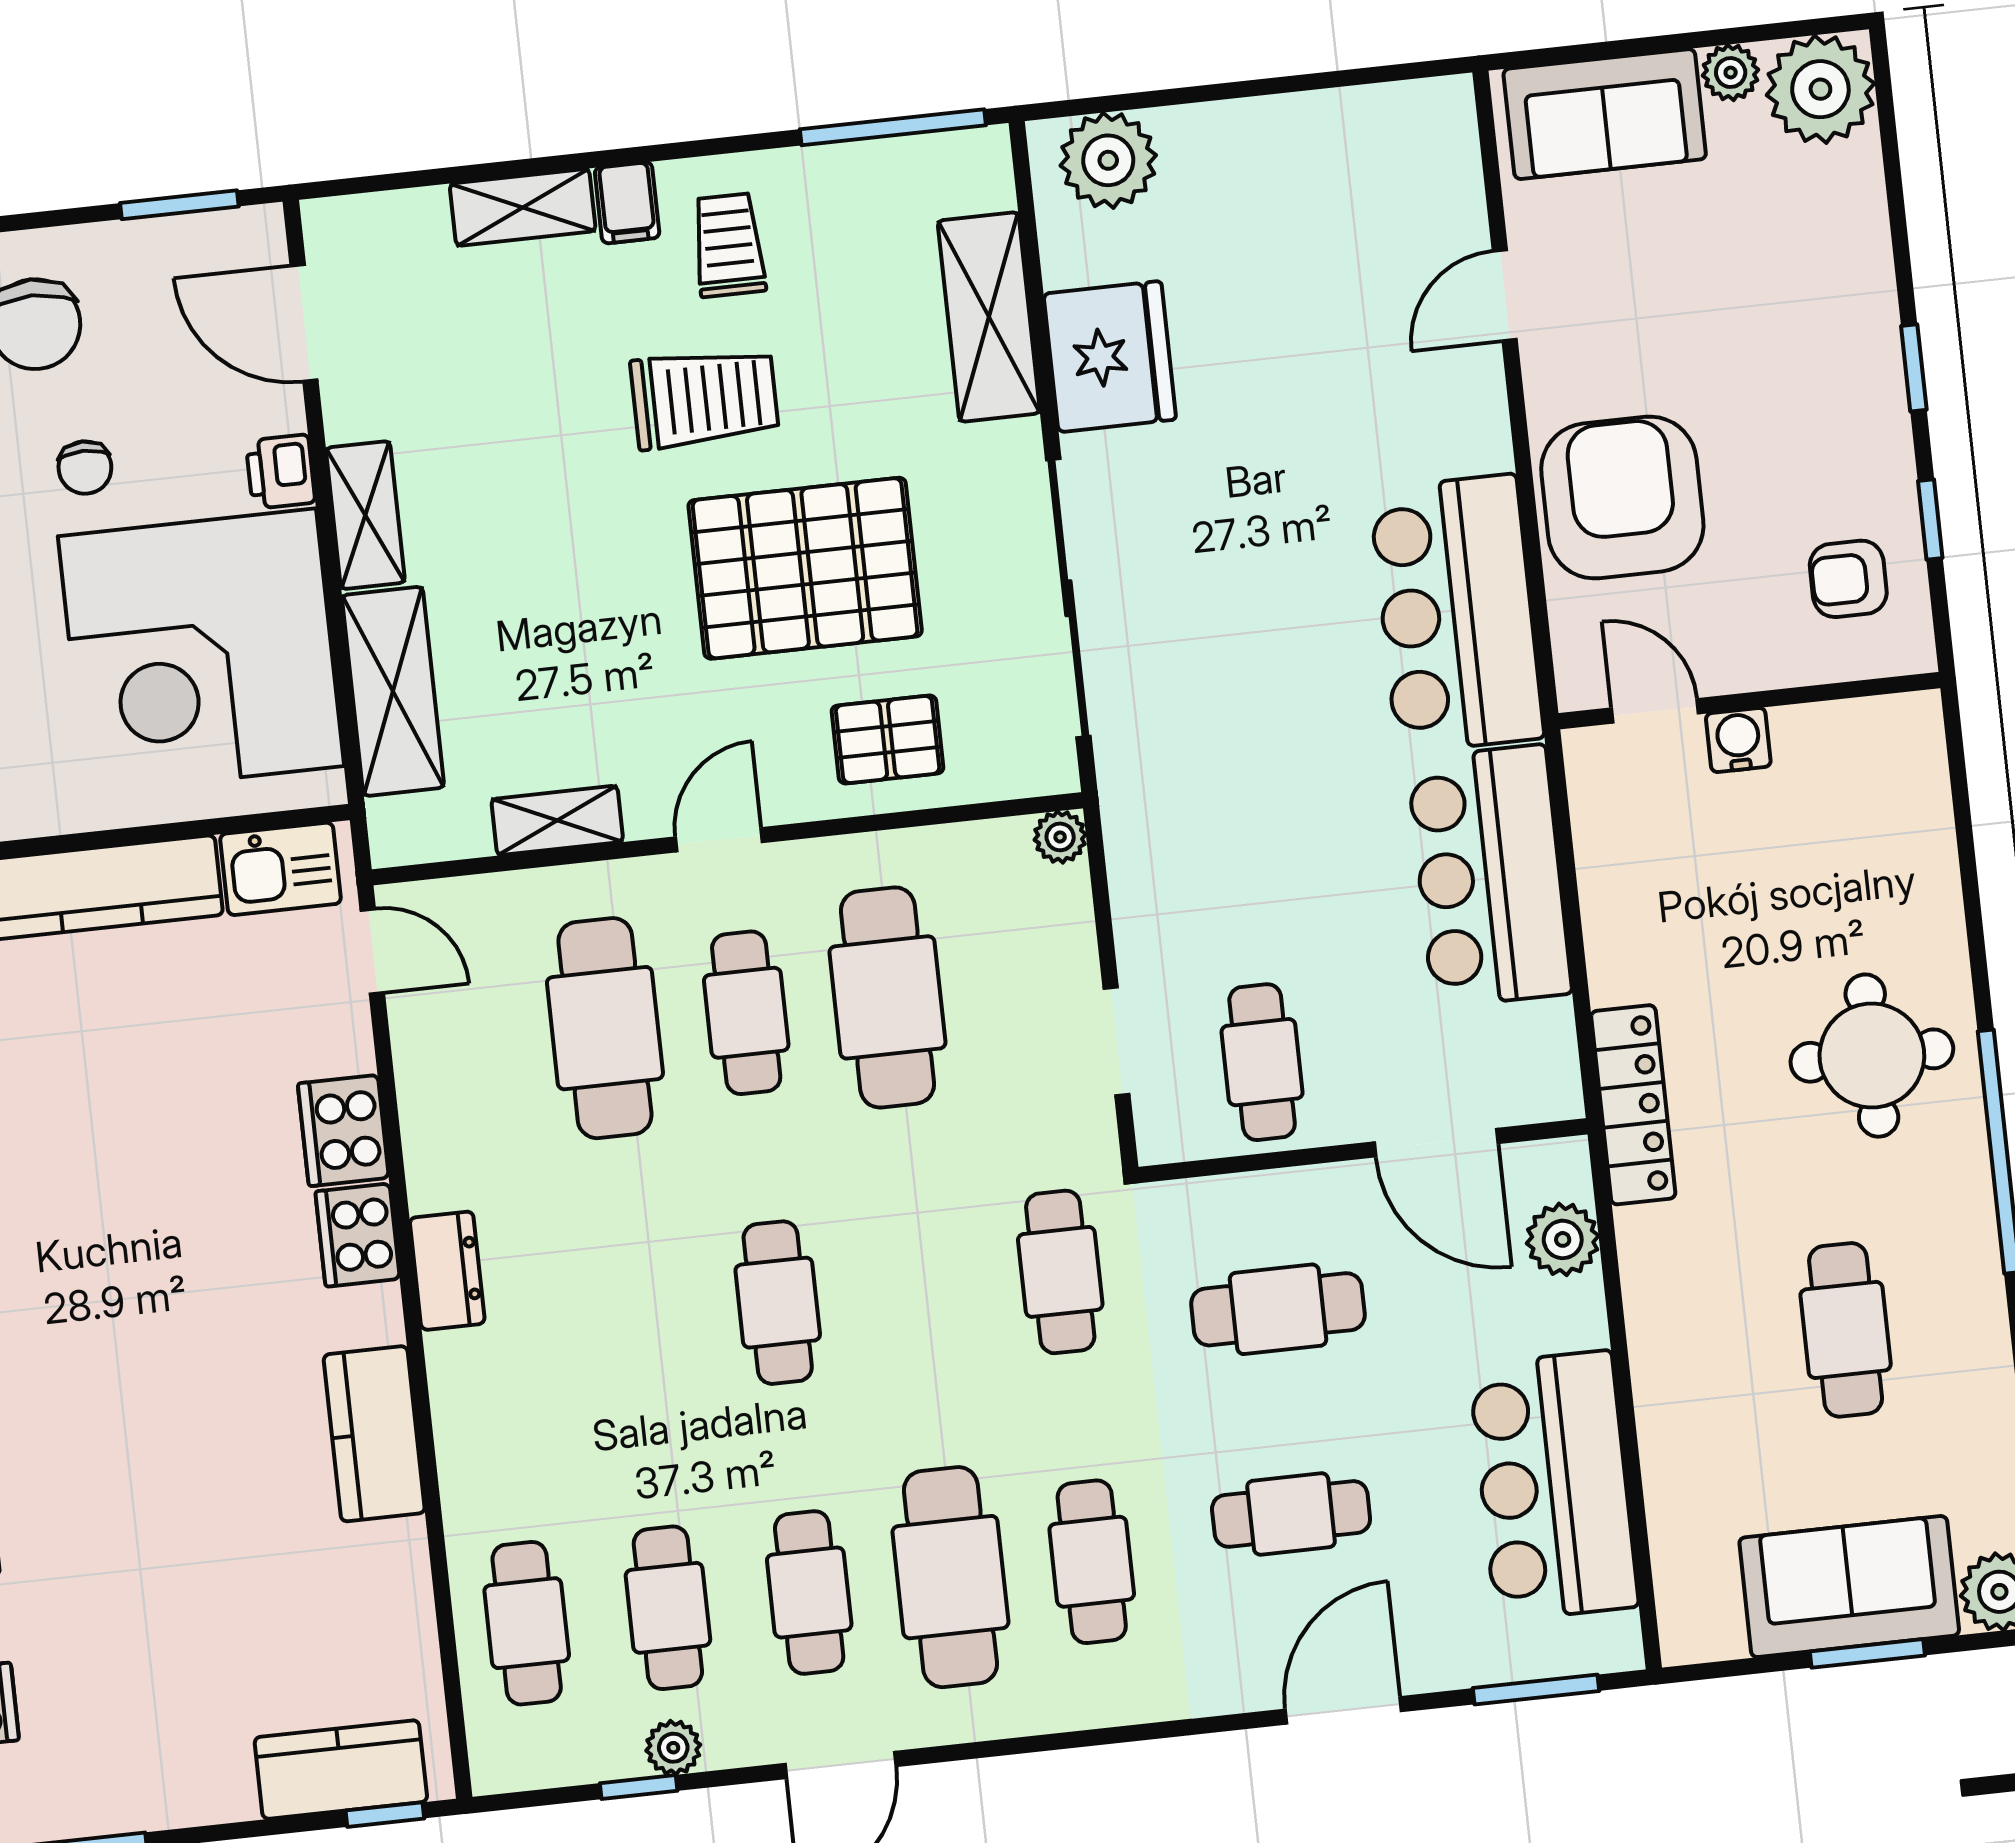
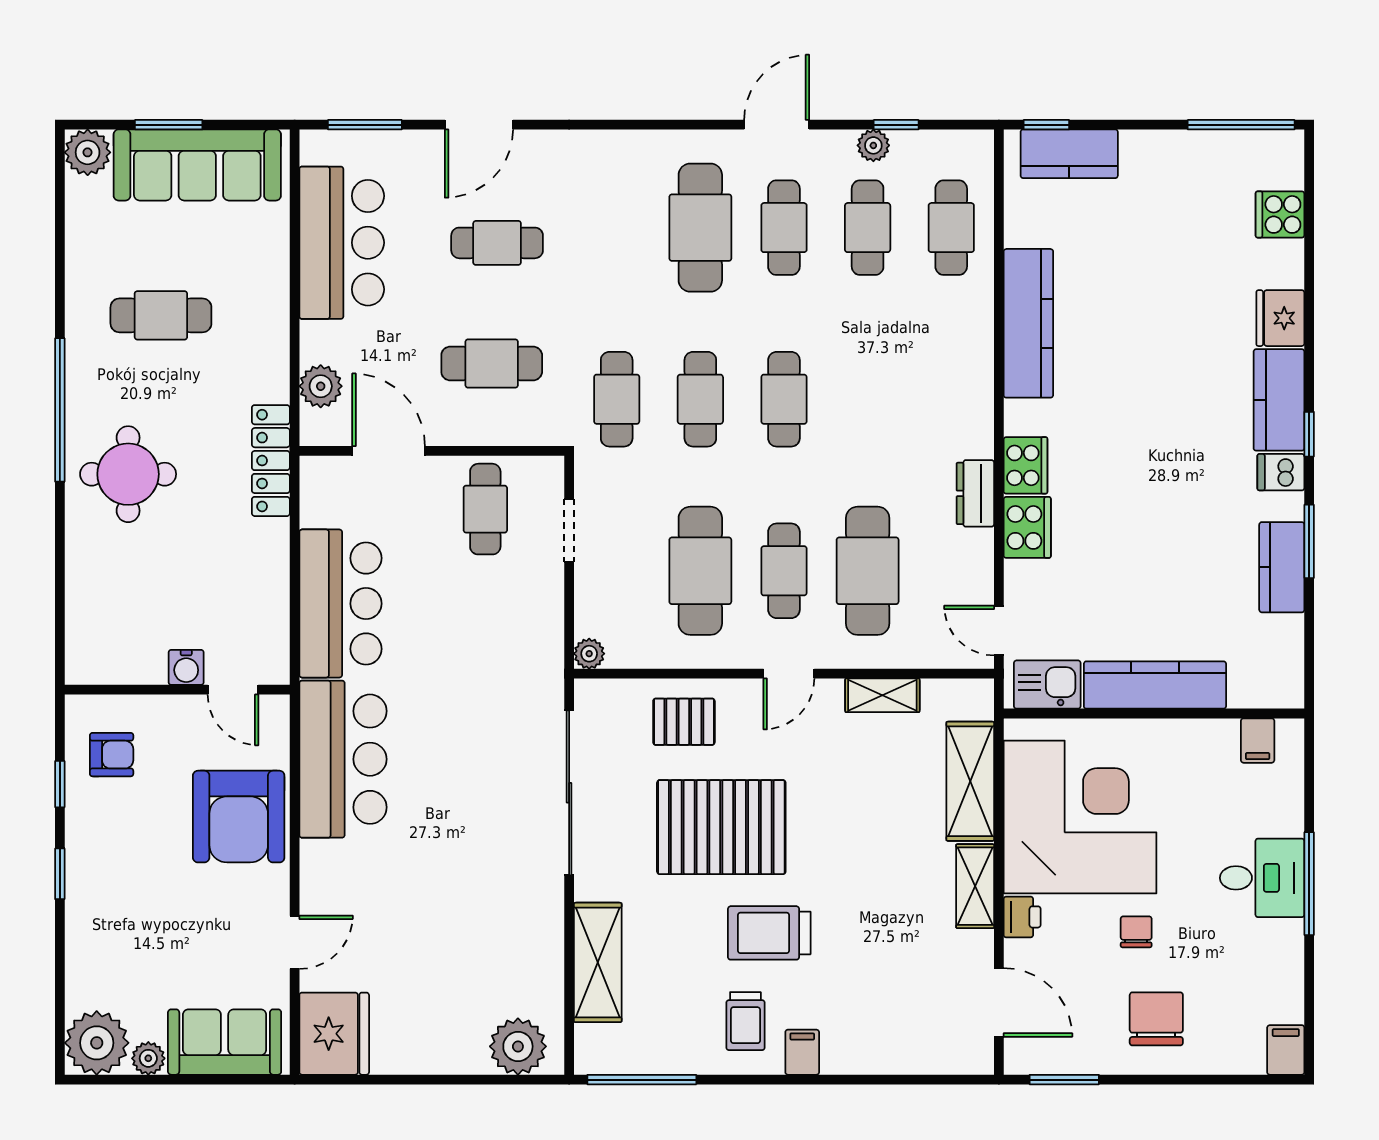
shelving: (523, 207) -> (864, 1056), removed
fridge: (1110, 357) -> (334, 1034), moved, turned 180
dresser: (447, 1271) -> (975, 493), moved
cafe table: (1846, 1330) -> (161, 315), turned 90
kitchen counter: (374, 1434) -> (1028, 323), width x1.50
cafe table: (1092, 1562) -> (700, 399), moved
sofa: (1849, 1587) -> (197, 165), width x1.36

